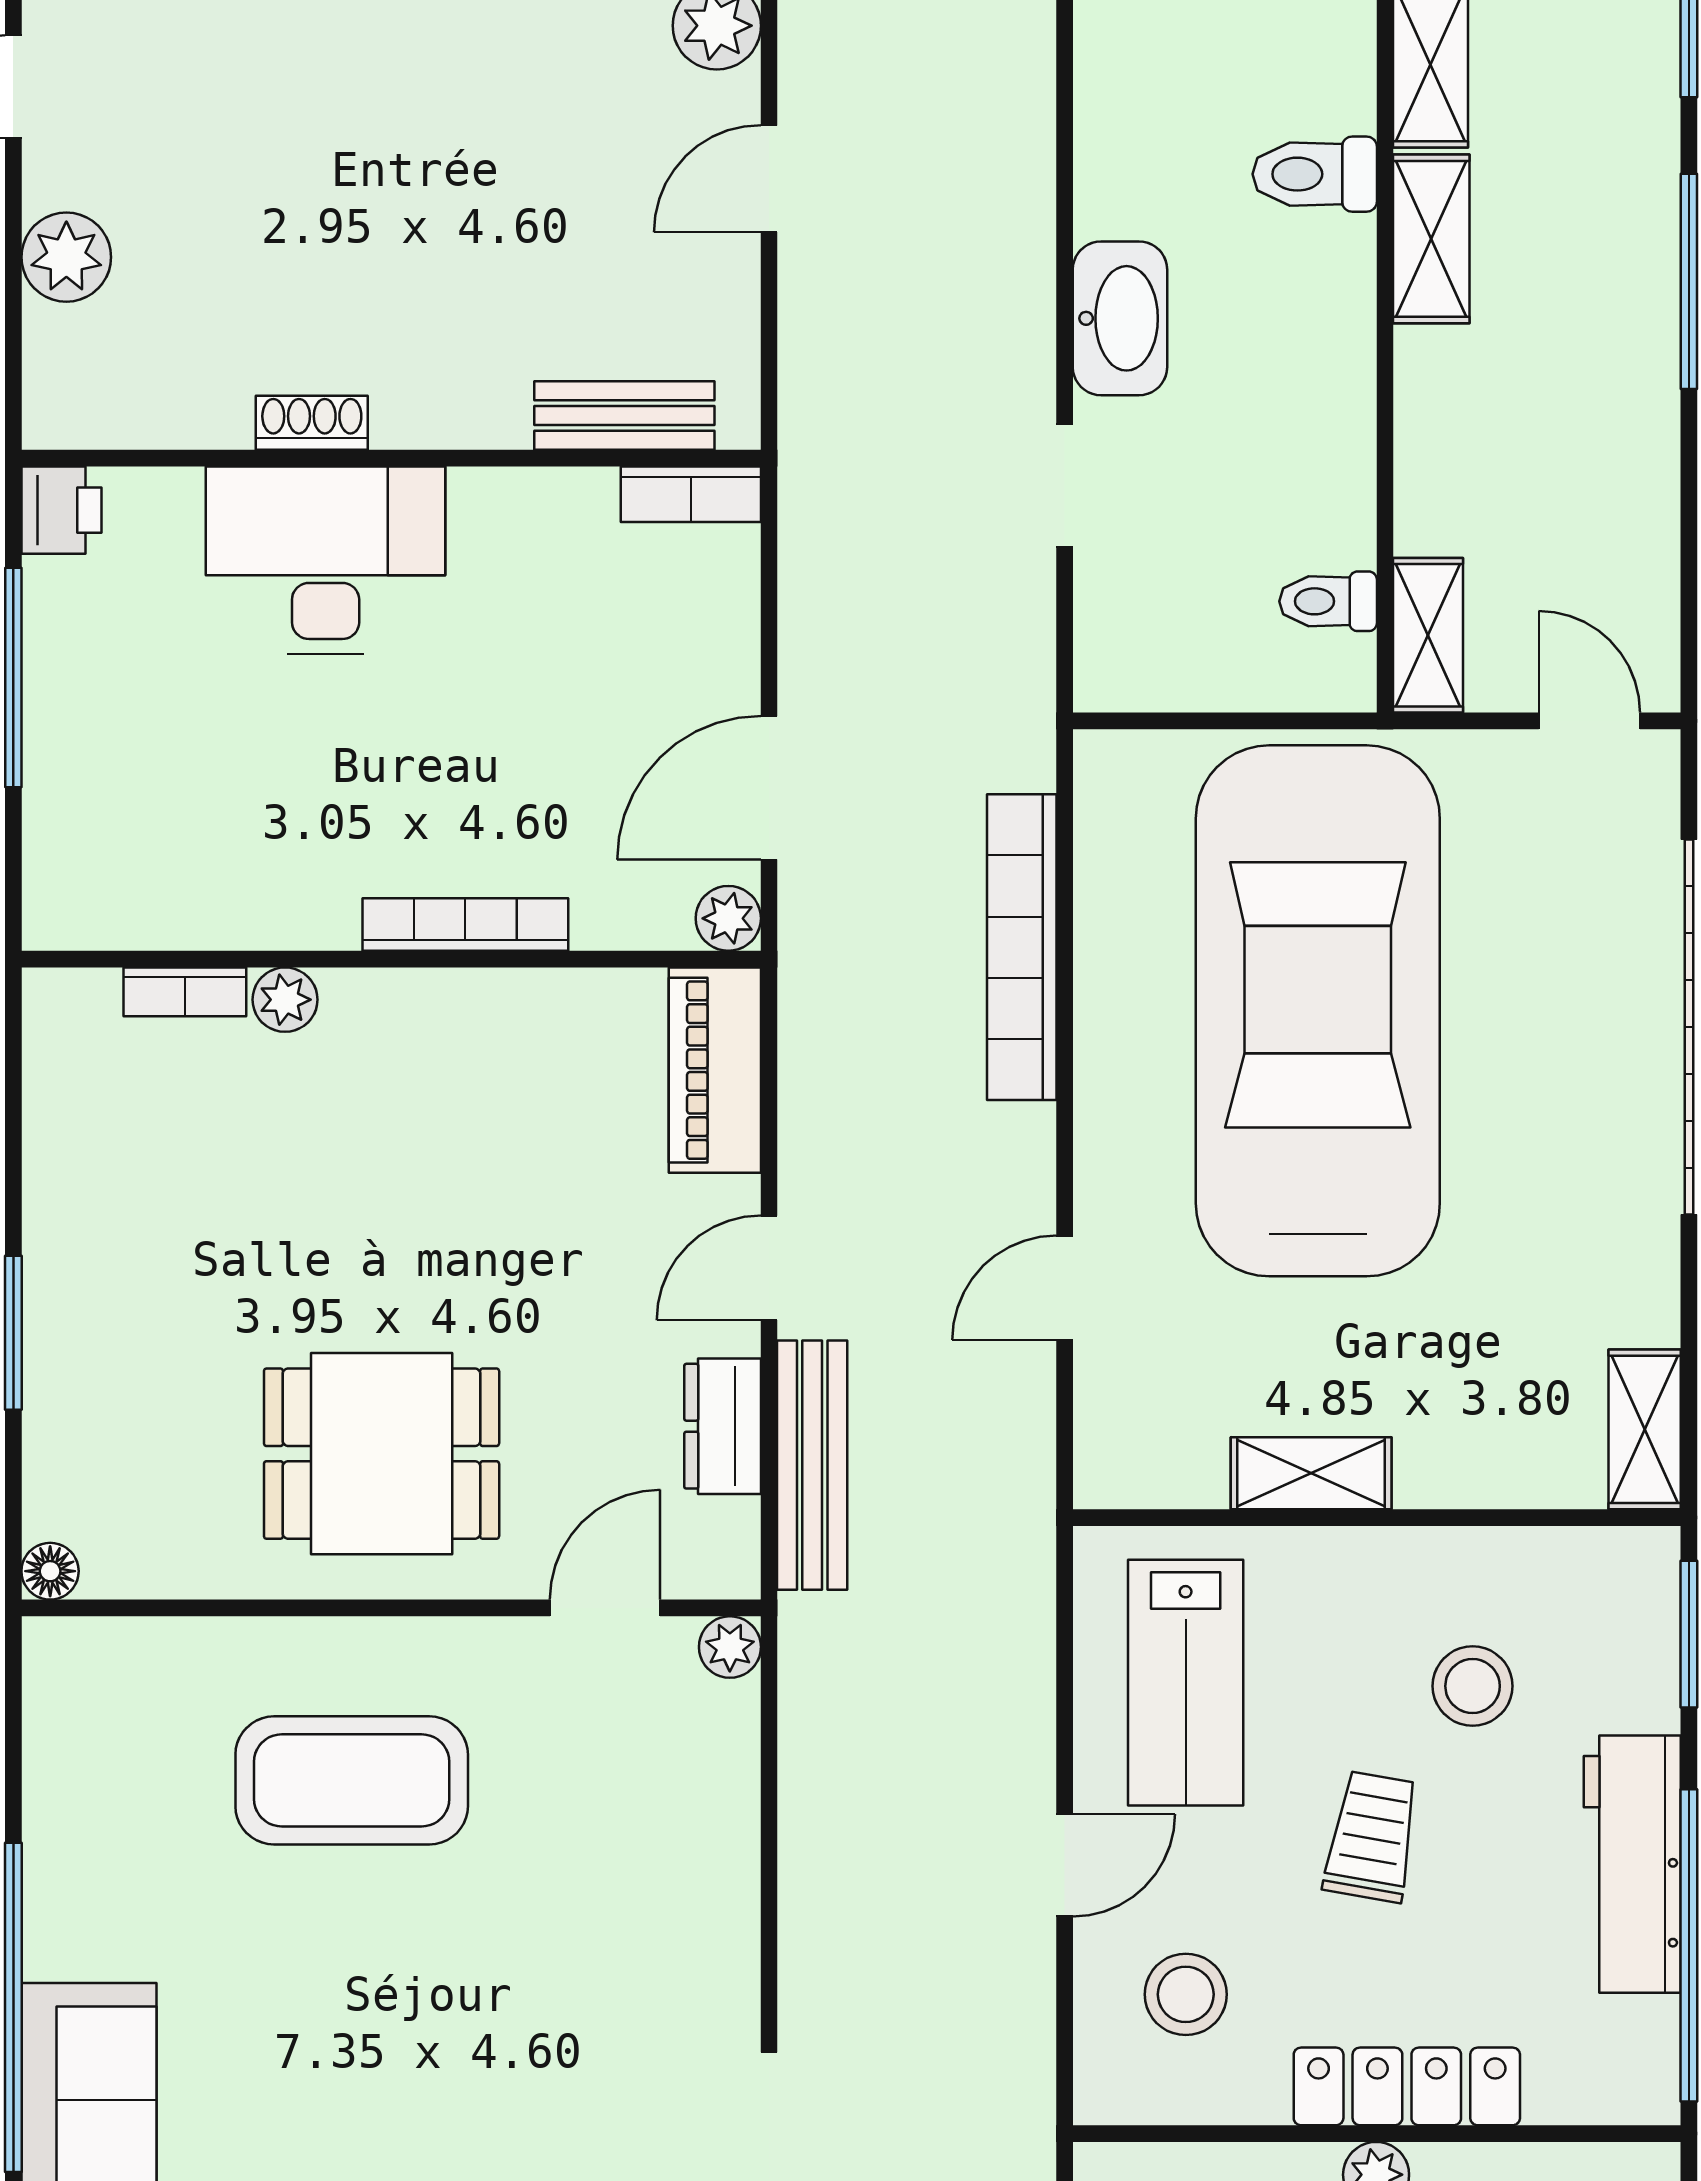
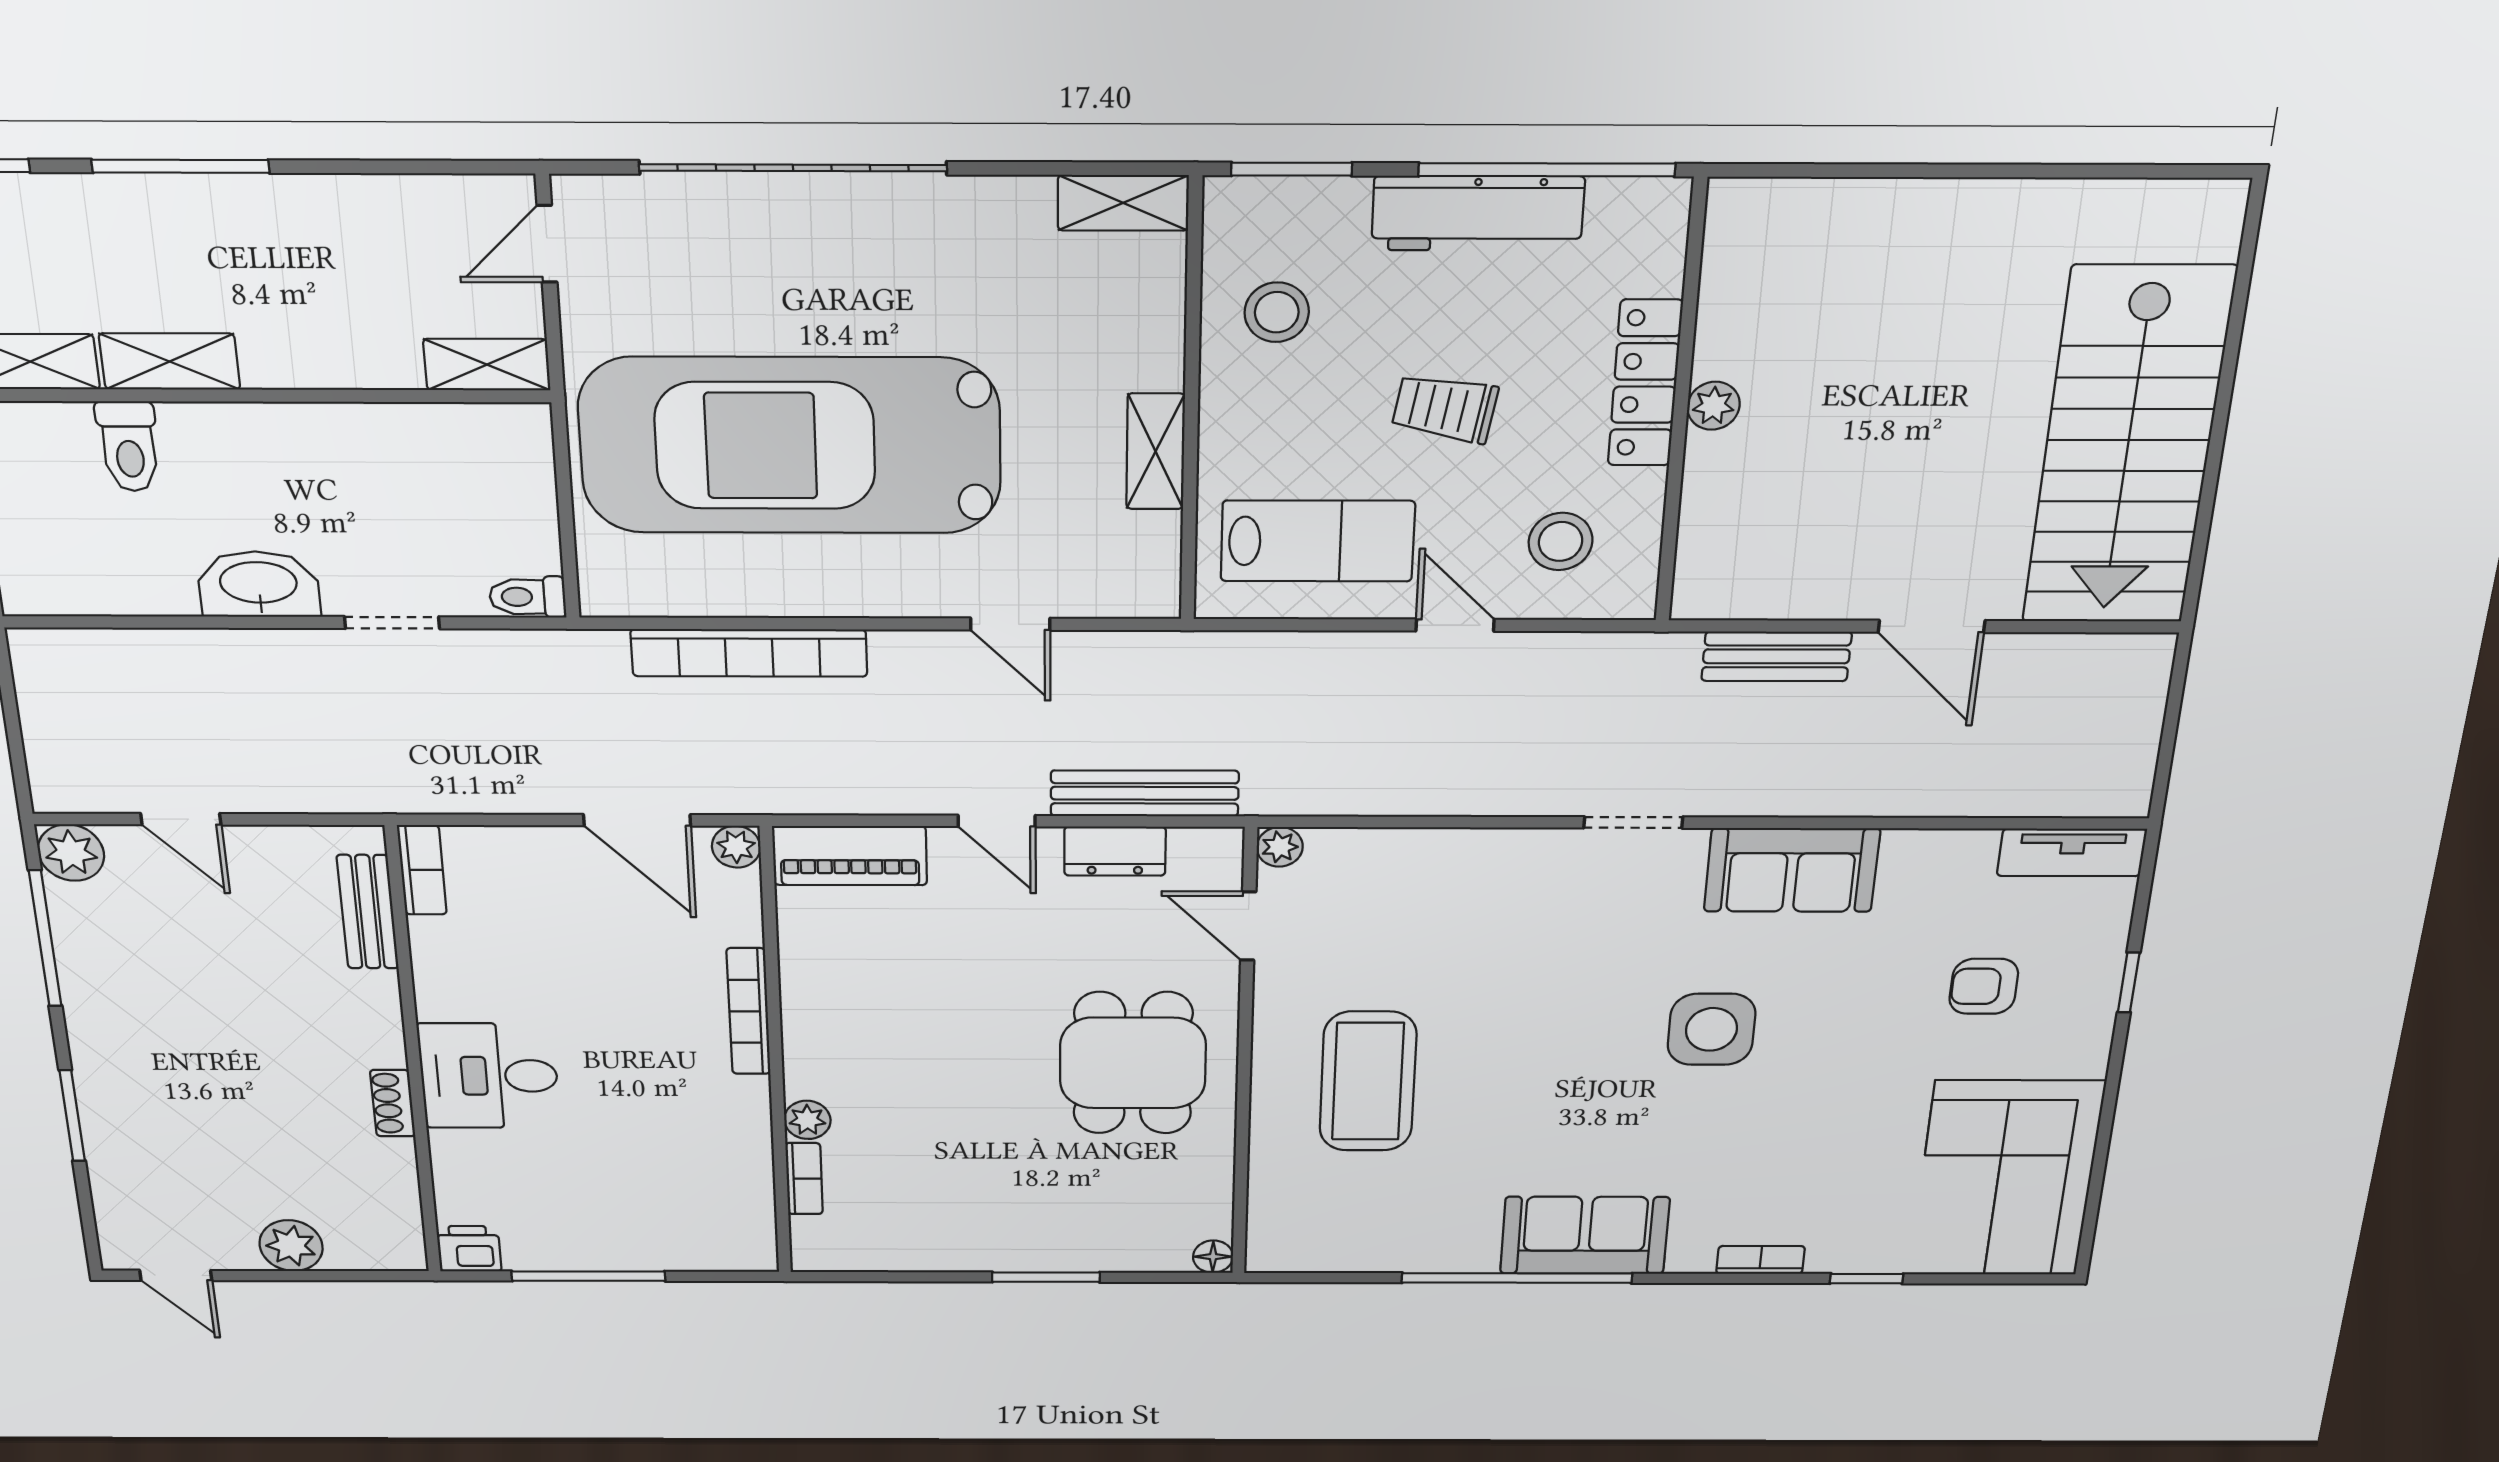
desk: (326, 560) -> (489, 1076), width x0.73
toilet: (1328, 601) -> (527, 597), moved, turned 90
stool: (1473, 1686) -> (1277, 312), moved

